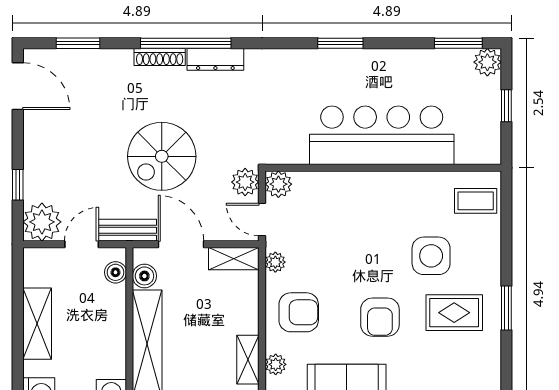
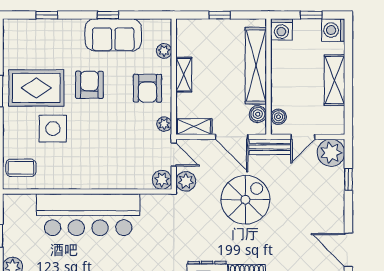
armchair: (299, 312) -> (147, 88), turned -90
rug: (454, 313) -> (36, 88), width x1.36, depth x1.43
shelving: (248, 360) -> (184, 75), moved

